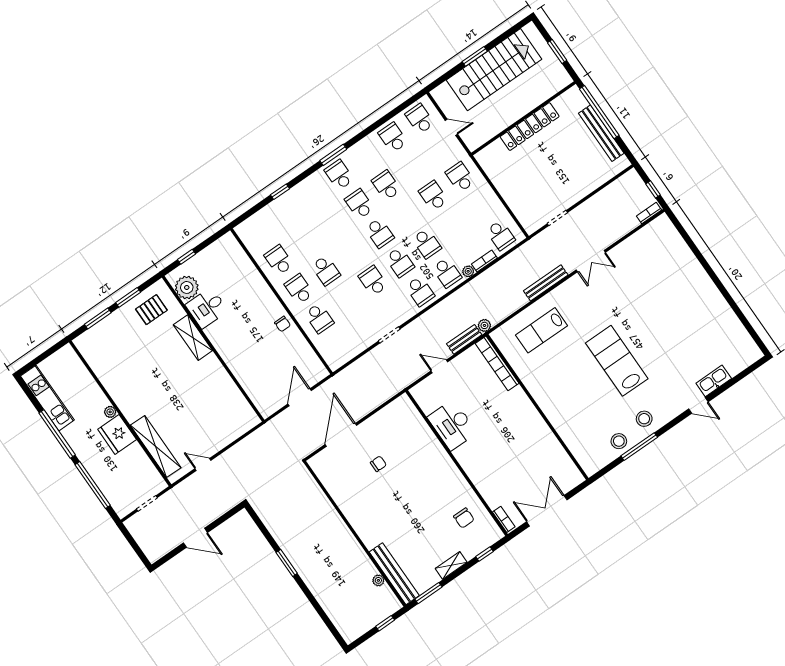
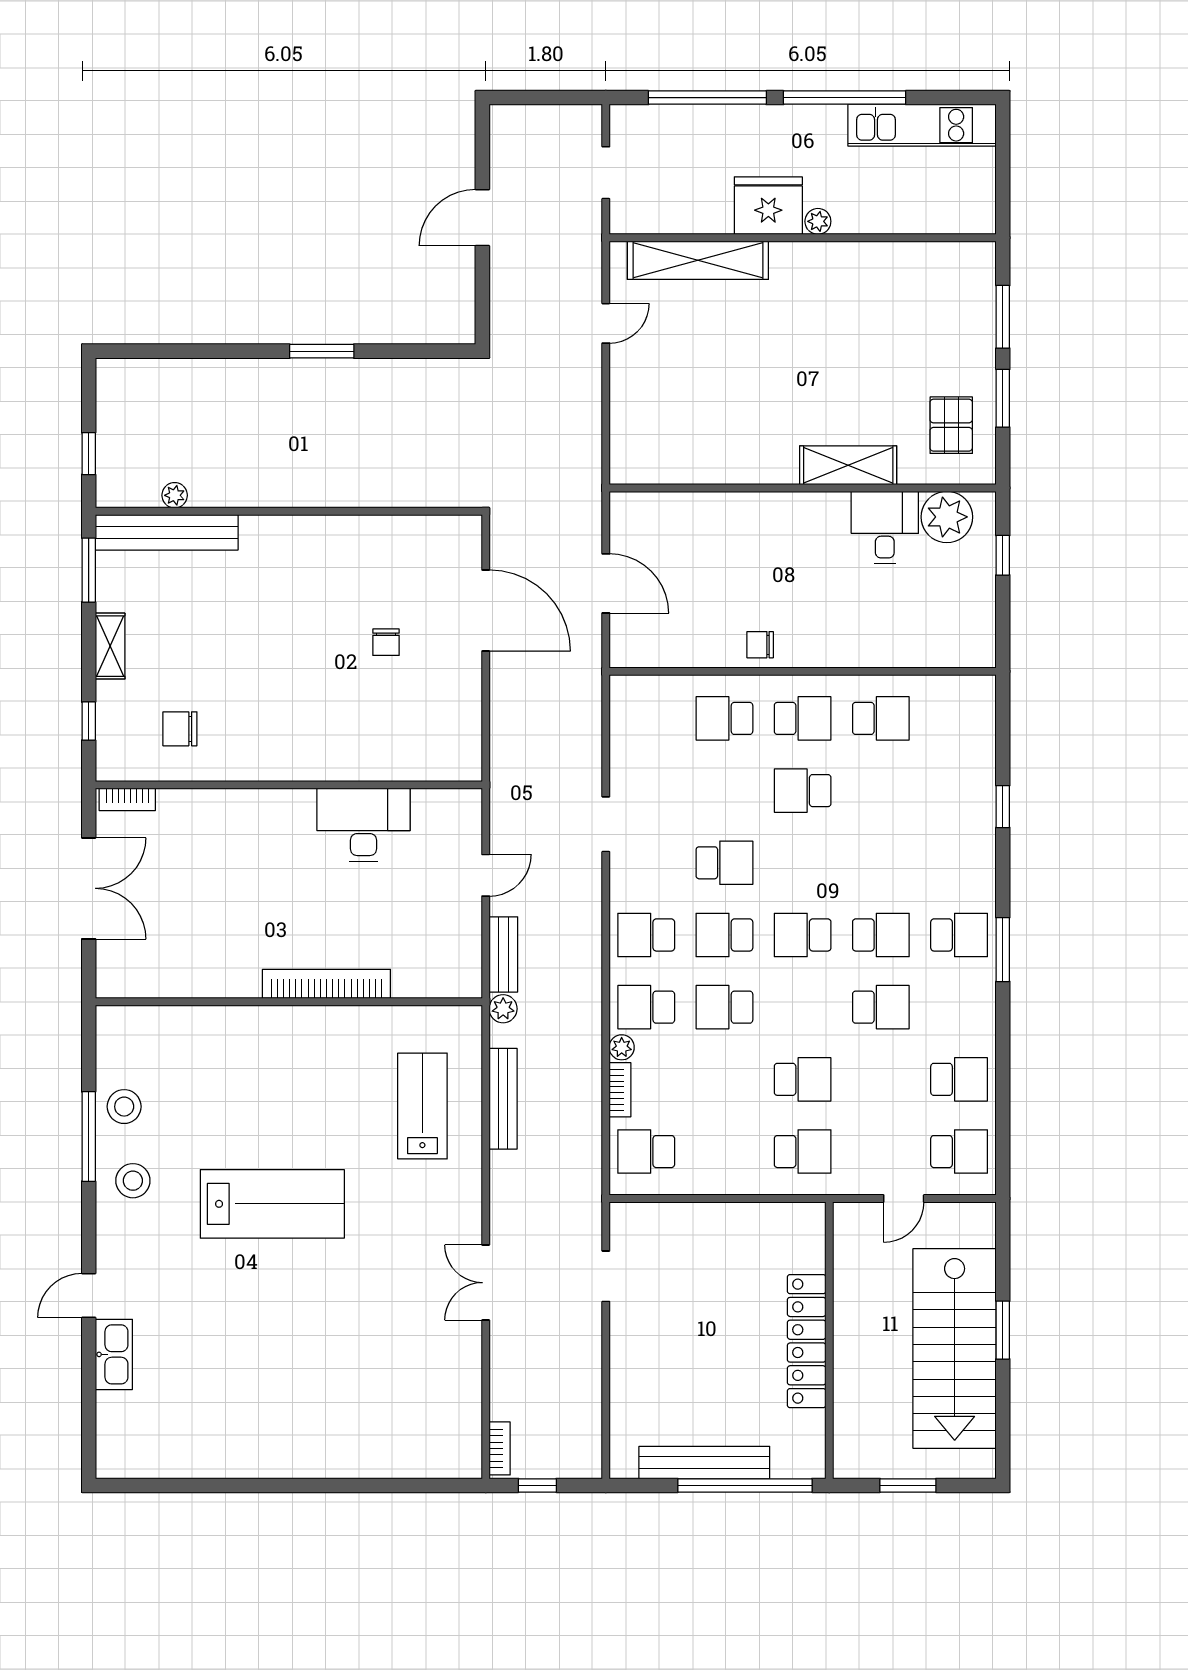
bench: (546, 283) -> (503, 1099), moved
bookcase: (497, 363) -> (326, 984), moved

